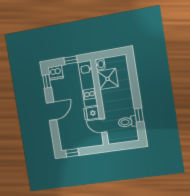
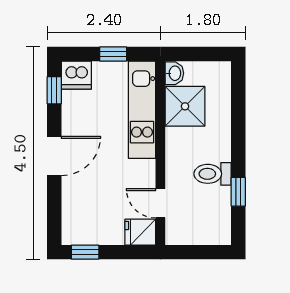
fridge: (92, 113) -> (140, 232), moved
toilet: (127, 122) -> (213, 174), moved

